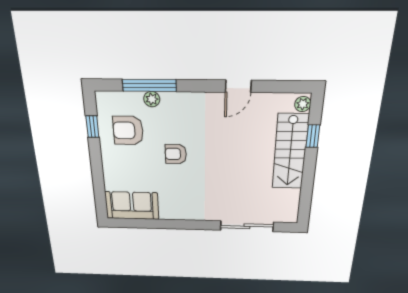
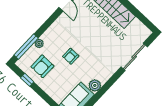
window: (149, 85) -> (26, 47), moved
plant: (169, 211) -> (95, 85), added

